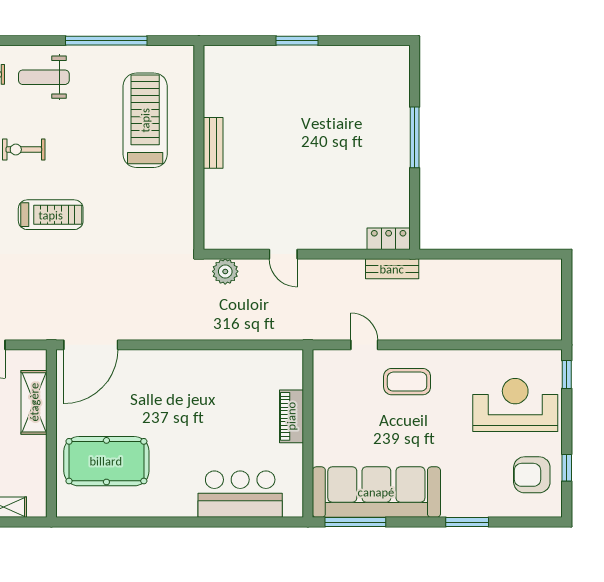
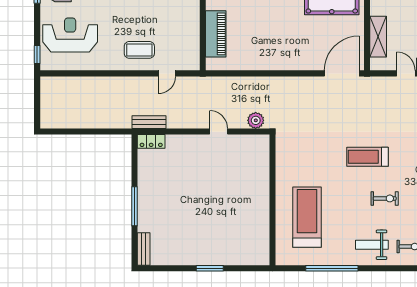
weight bench: (44, 77) -> (372, 245), turned 180
treadmill: (145, 120) -> (307, 217), turned 180
bench: (213, 143) -> (144, 249), moved
door: (364, 345) -> (167, 73), hinge flipped
reception desk: (515, 405) -> (70, 35), turned 180
piano: (291, 416) -> (216, 34), width x1.37, depth x1.33

